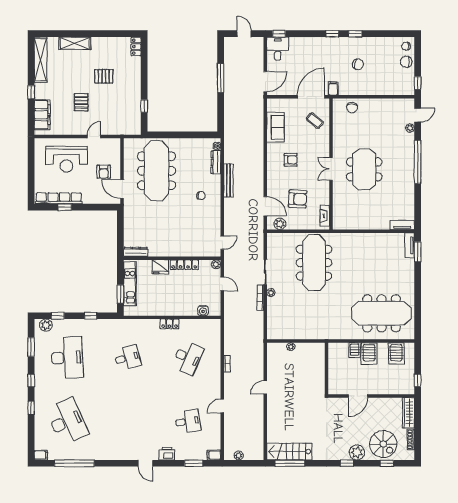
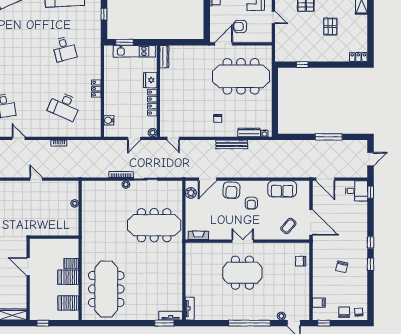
filing cabinet: (333, 88) -> (319, 303), moved
armchair: (298, 199) -> (231, 190), moved

